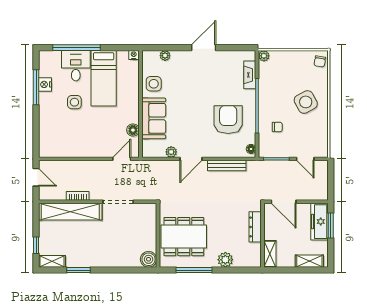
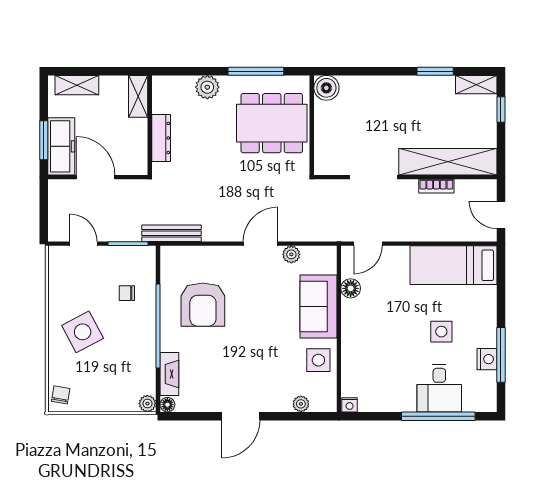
bed: (104, 78) -> (453, 265), moved, turned -90
floor lamp: (251, 149) -> (167, 405), moved
bench: (227, 166) -> (172, 233), moved
door: (284, 202) -> (96, 177), moved

